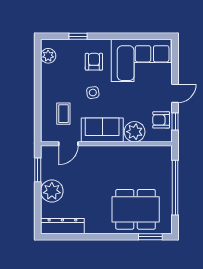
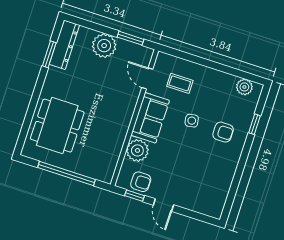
corner sofa: (141, 60) -> (209, 181), removed
armchair: (161, 120) -> (141, 182), turned 90
window: (150, 237) -> (49, 54), moved

